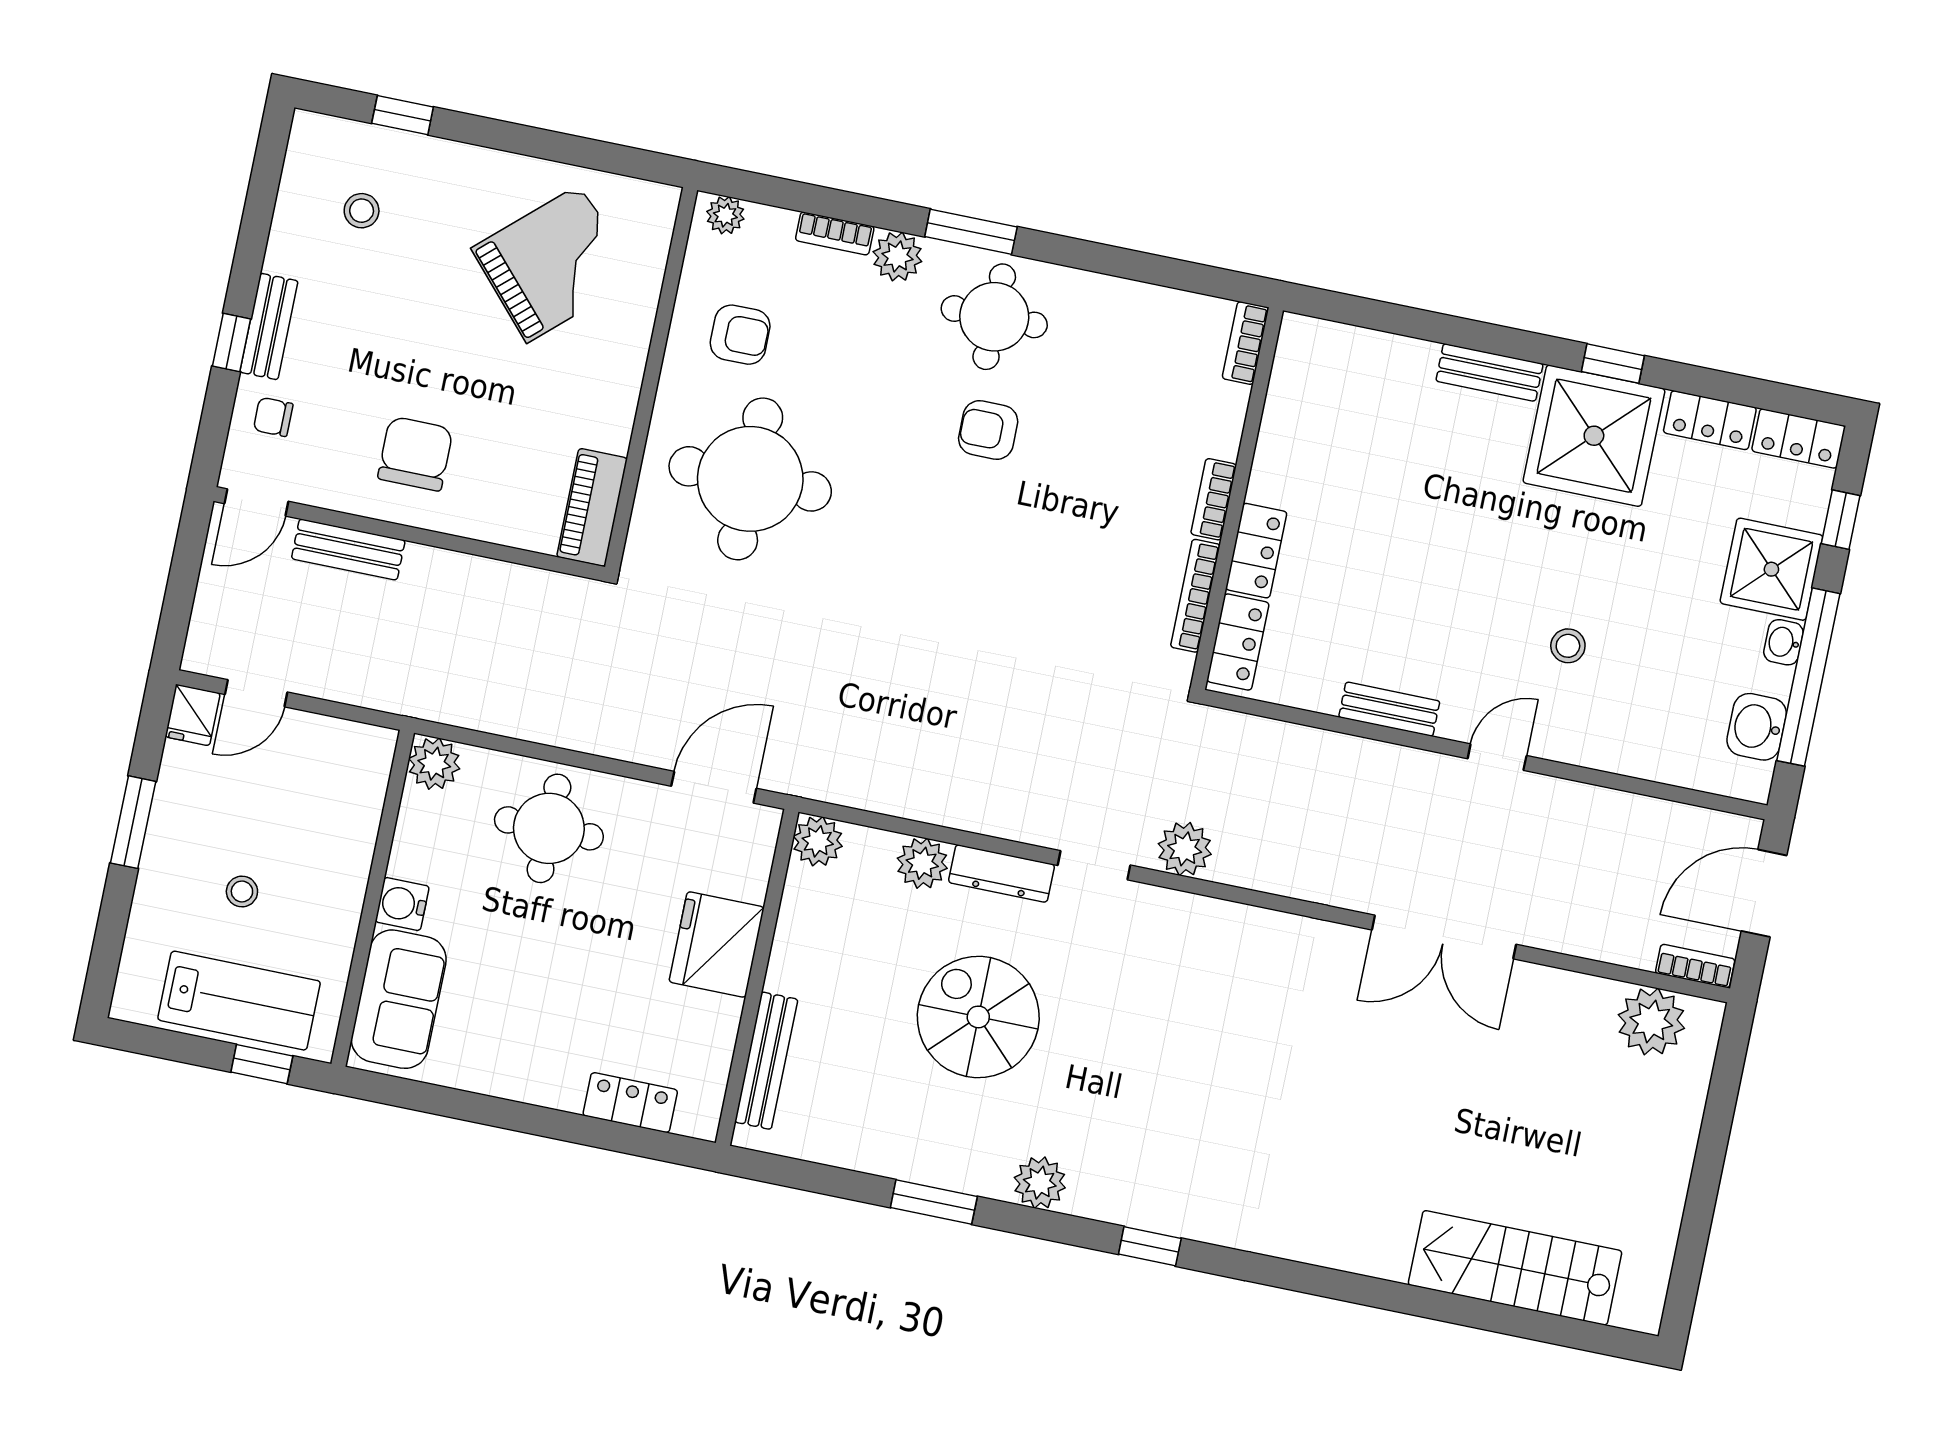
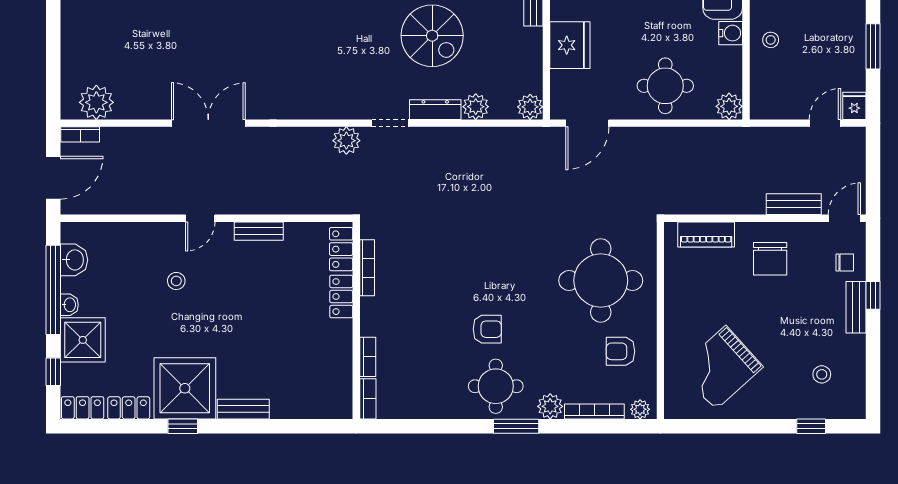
bookcase: (835, 233) -> (594, 411), width x1.56
bookcase: (1214, 499) -> (368, 357), moved
piano: (592, 507) -> (706, 234), moved, turned 90
stool: (242, 891) -> (771, 40), moved

